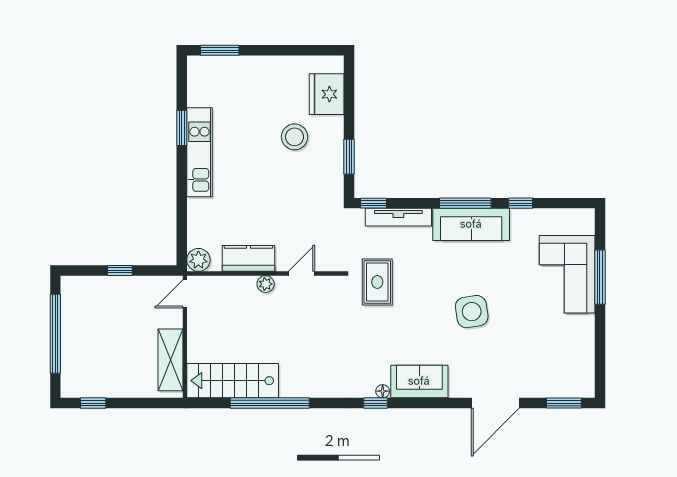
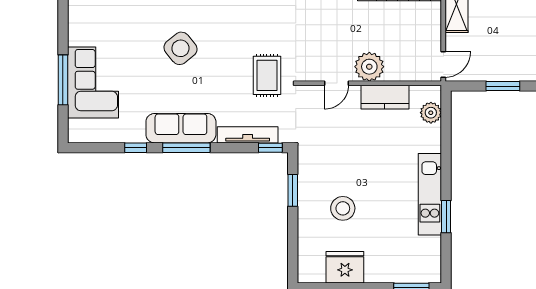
fridge: (327, 94) -> (345, 267), moved, turned -90
plant: (198, 260) -> (431, 113), moved
window: (120, 270) -> (503, 86), width x1.50
plant: (266, 284) -> (369, 67), width x1.87, depth x1.87
side table: (472, 312) -> (180, 48), turned -30

